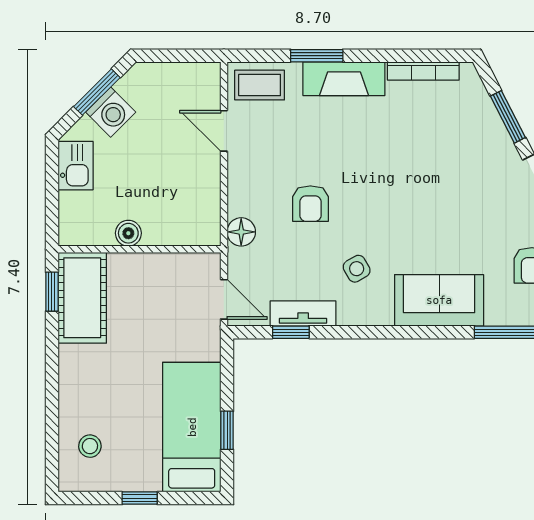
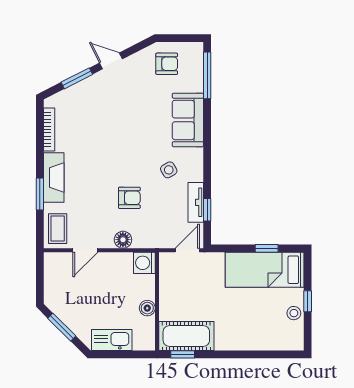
washing machine: (111, 112) -> (144, 263), moved, turned -135
kitchen sink: (76, 166) -> (112, 340), width x1.38
floor lamp: (241, 232) -> (123, 240), moved
stool: (90, 446) -> (294, 313), moved

